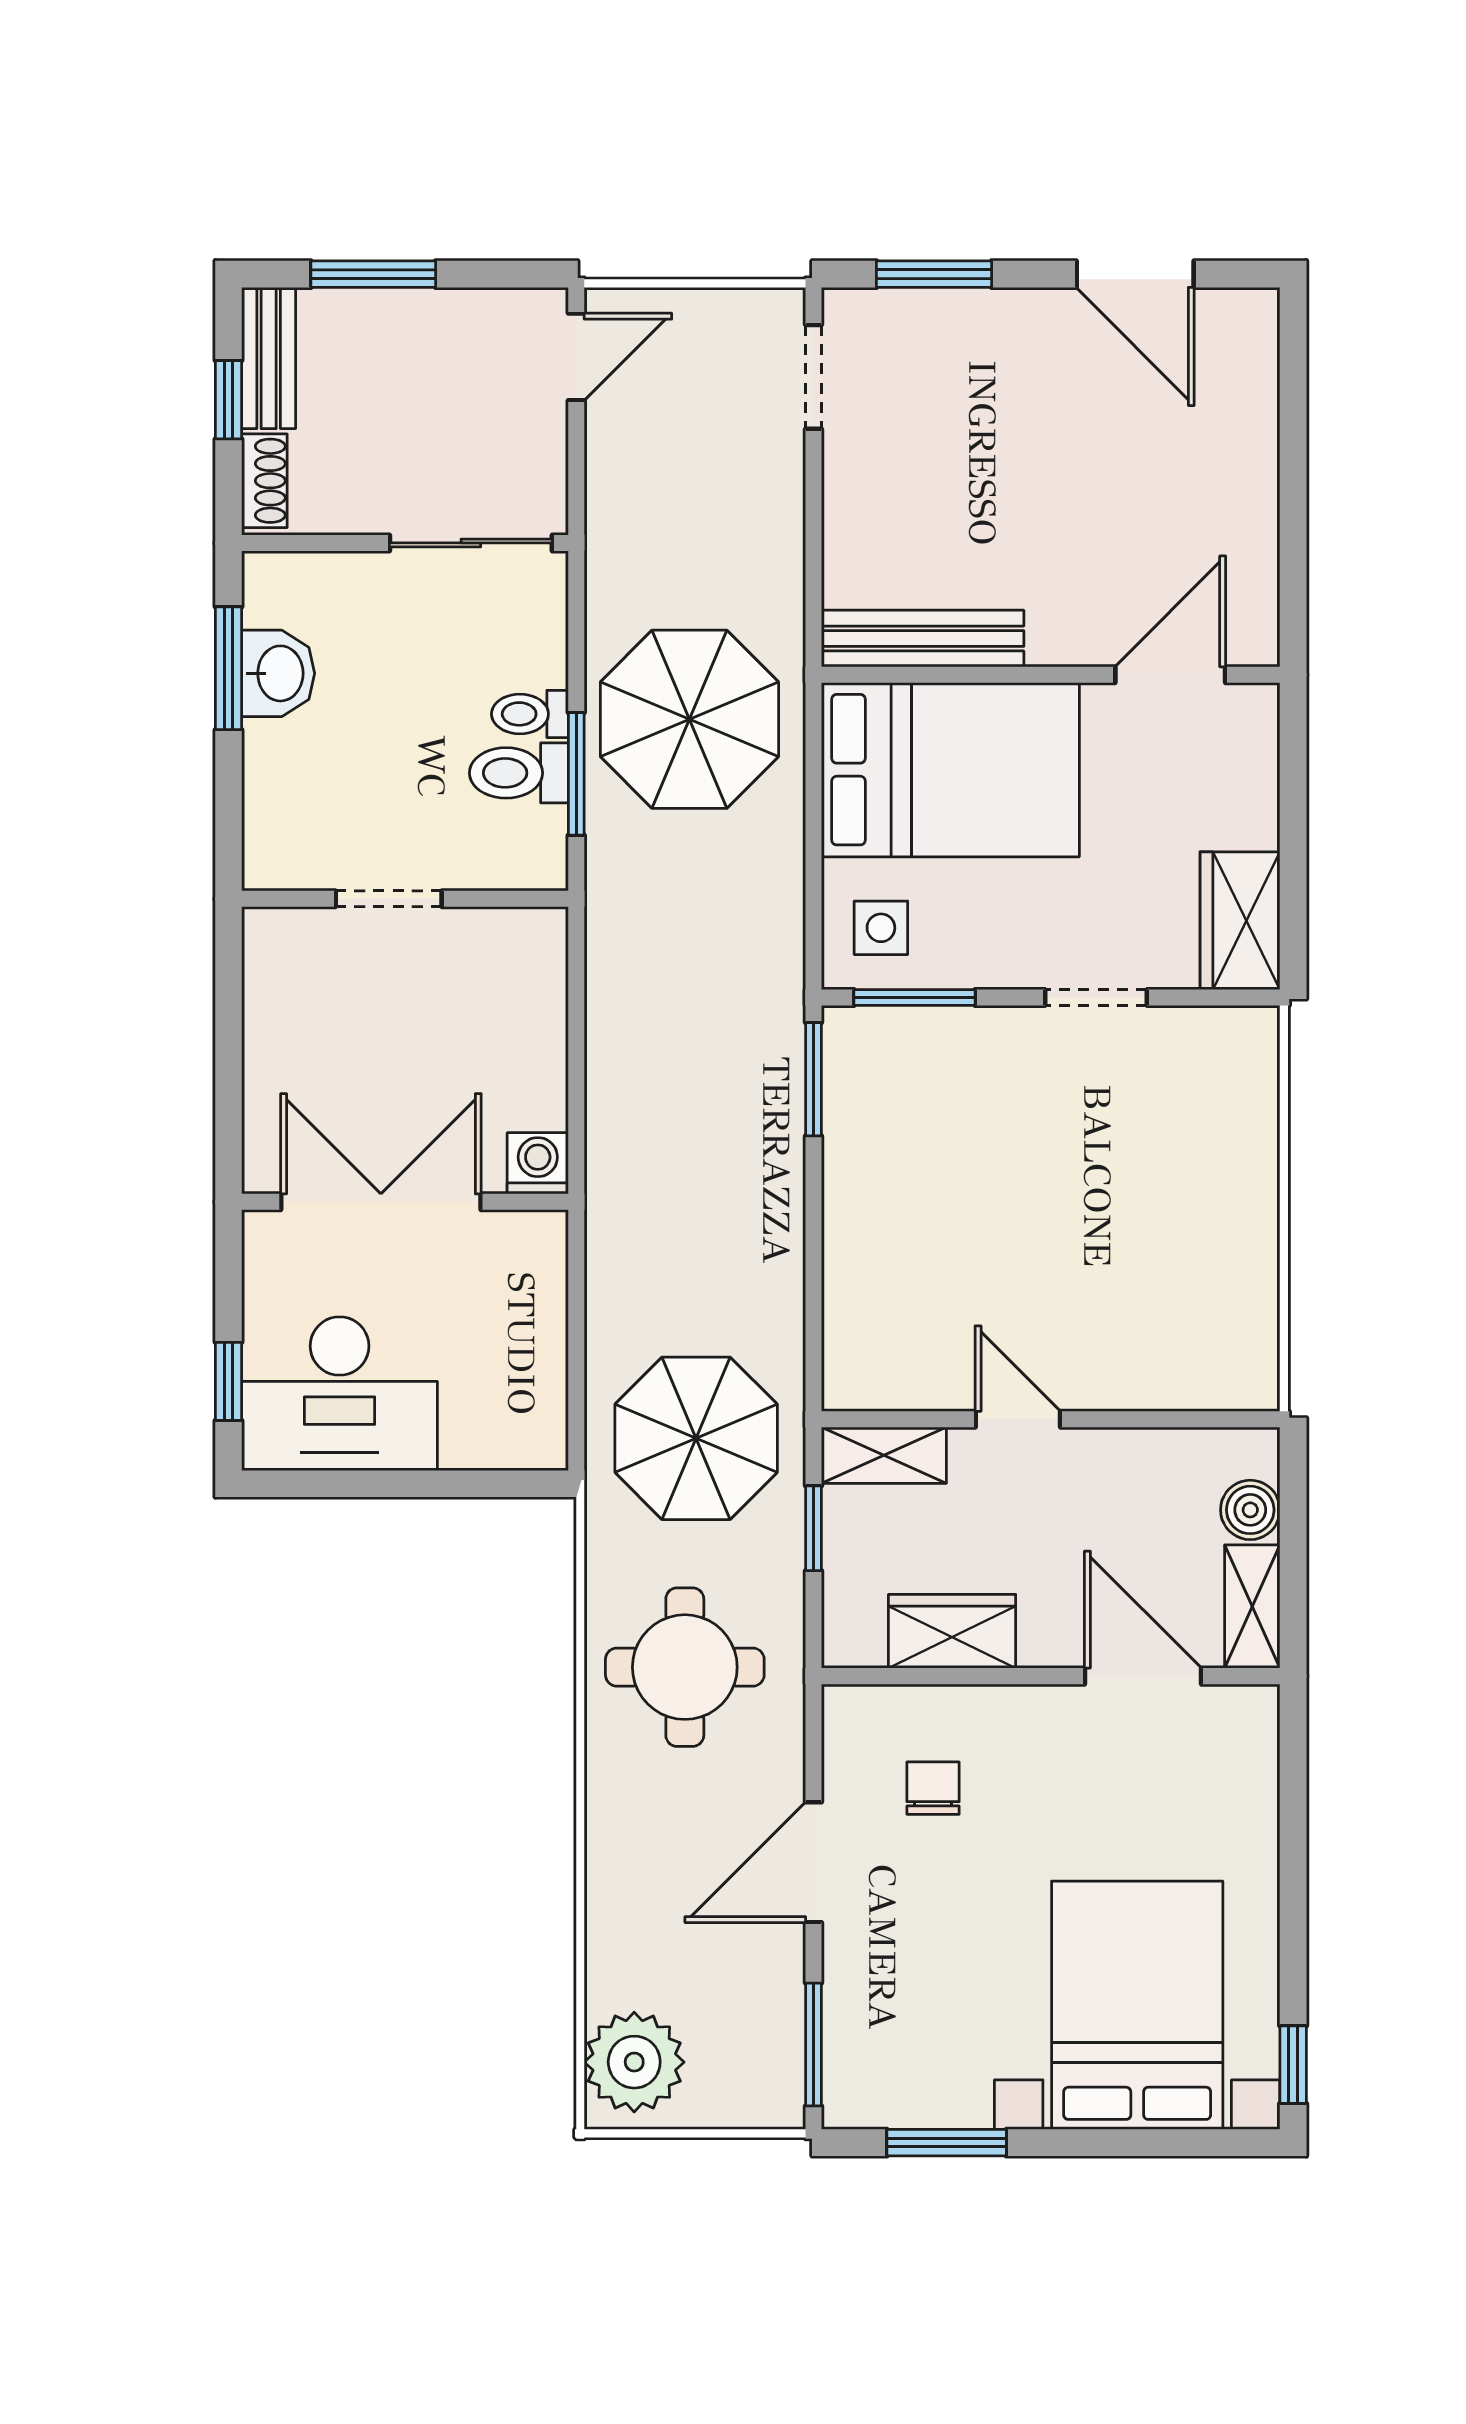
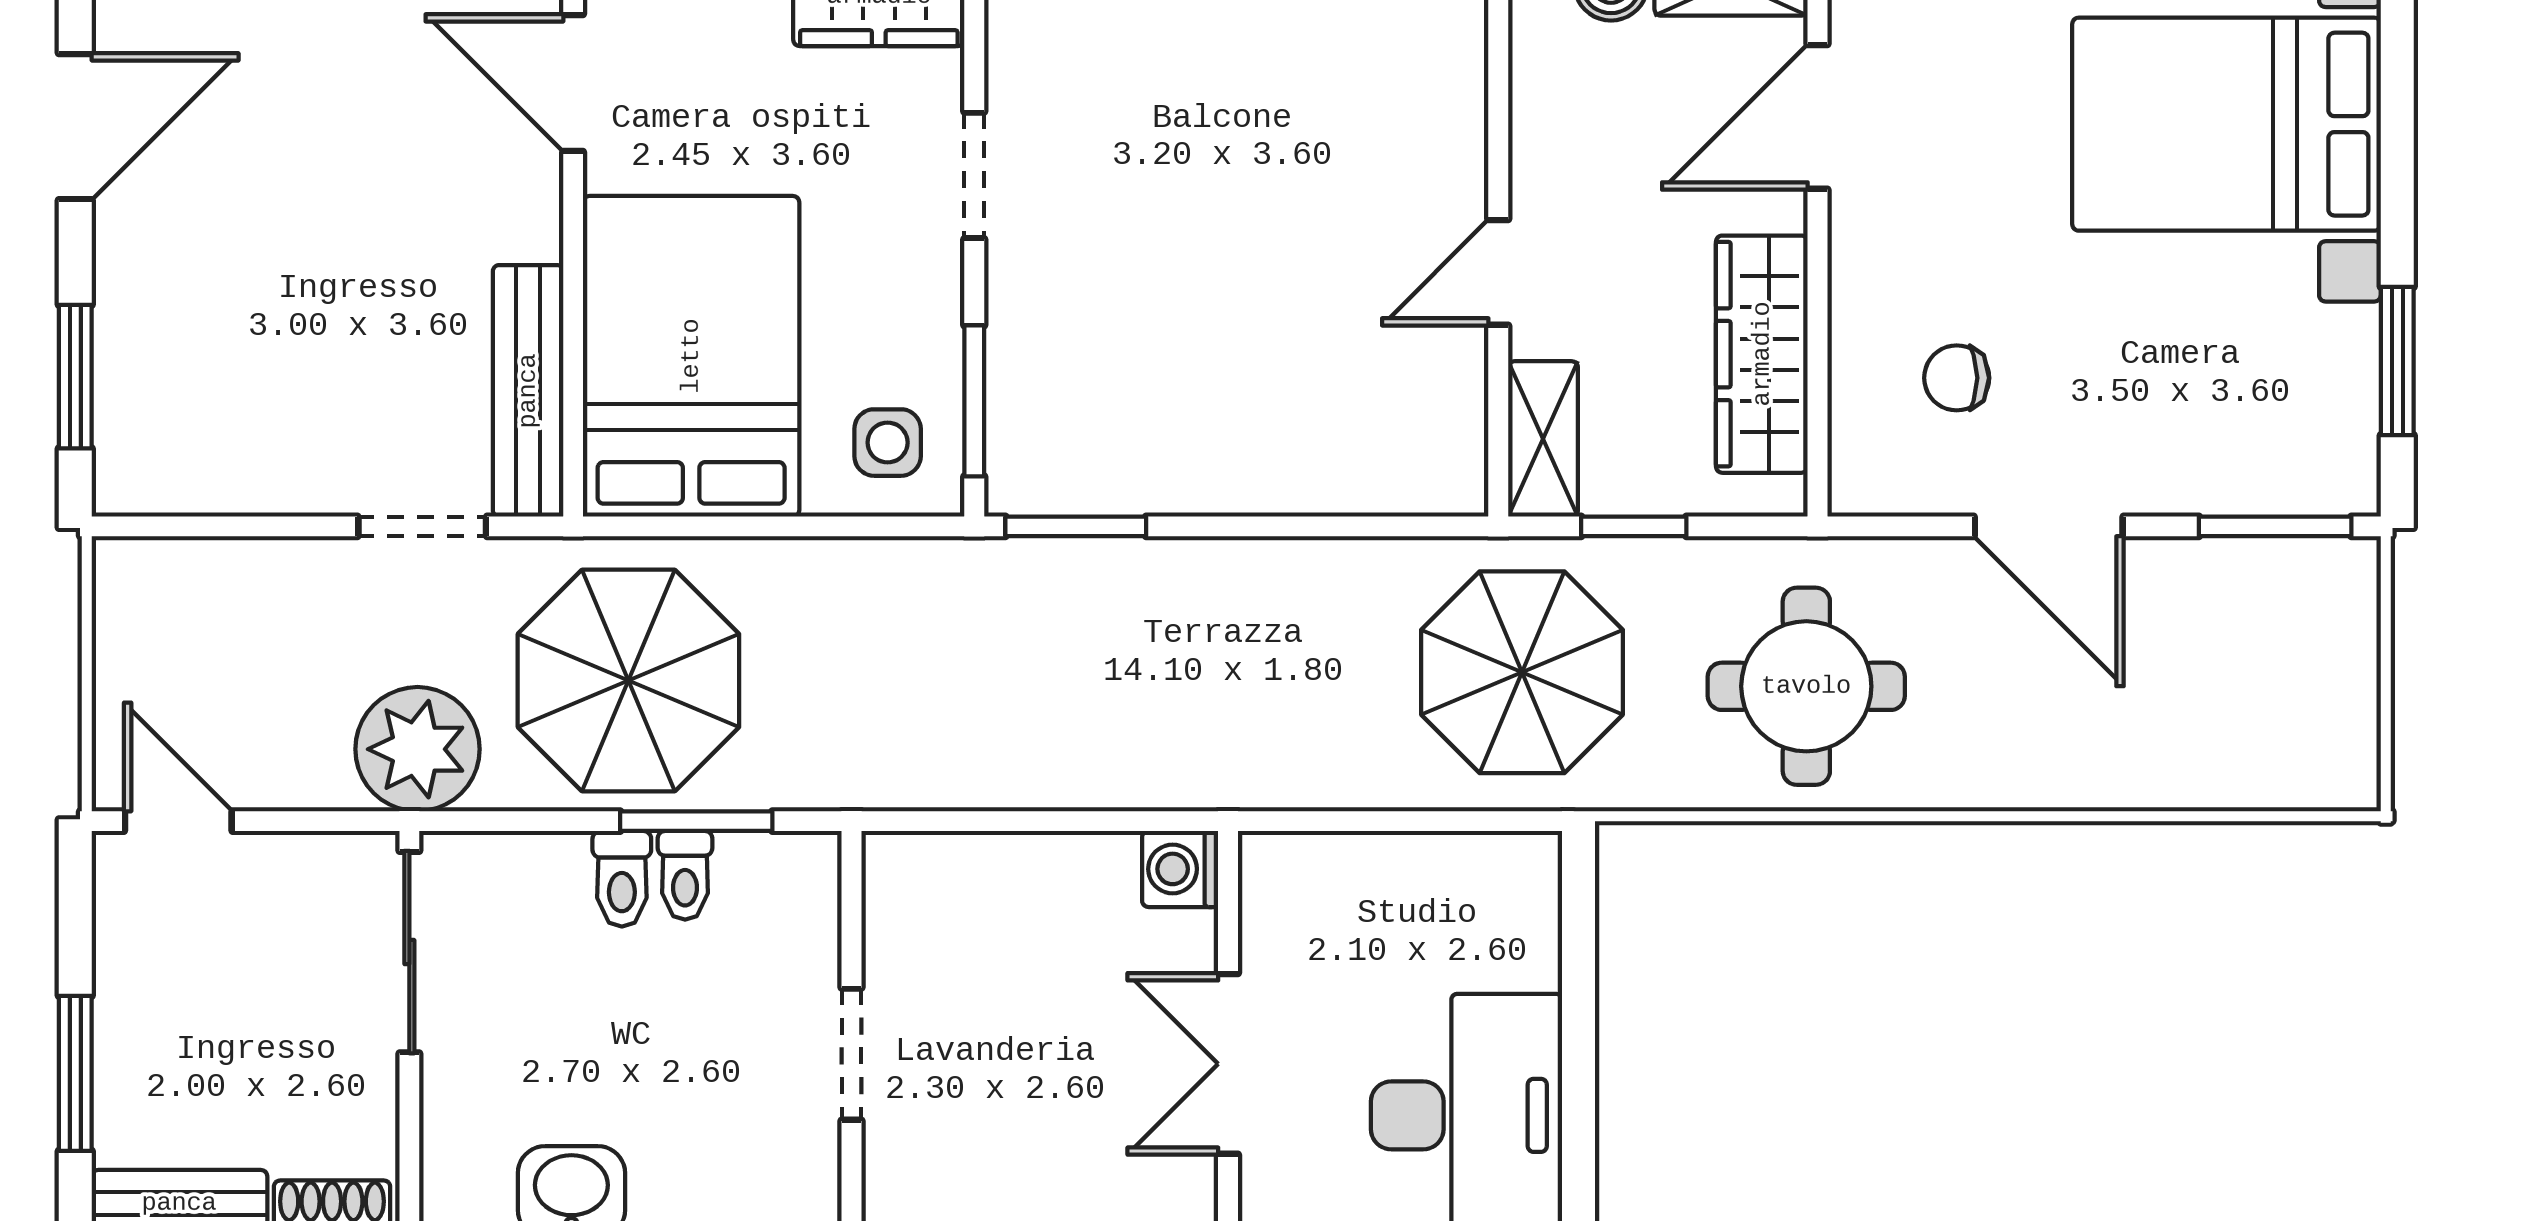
doorway: (814, 377) -> (422, 526), moved
toilet: (519, 773) -> (685, 875), width x0.73, depth x0.72
double door: (381, 1202) -> (1228, 1064), width x0.73
wardrobe: (952, 1631) -> (1762, 354), width x1.50
plant: (634, 2062) -> (418, 749), moved

